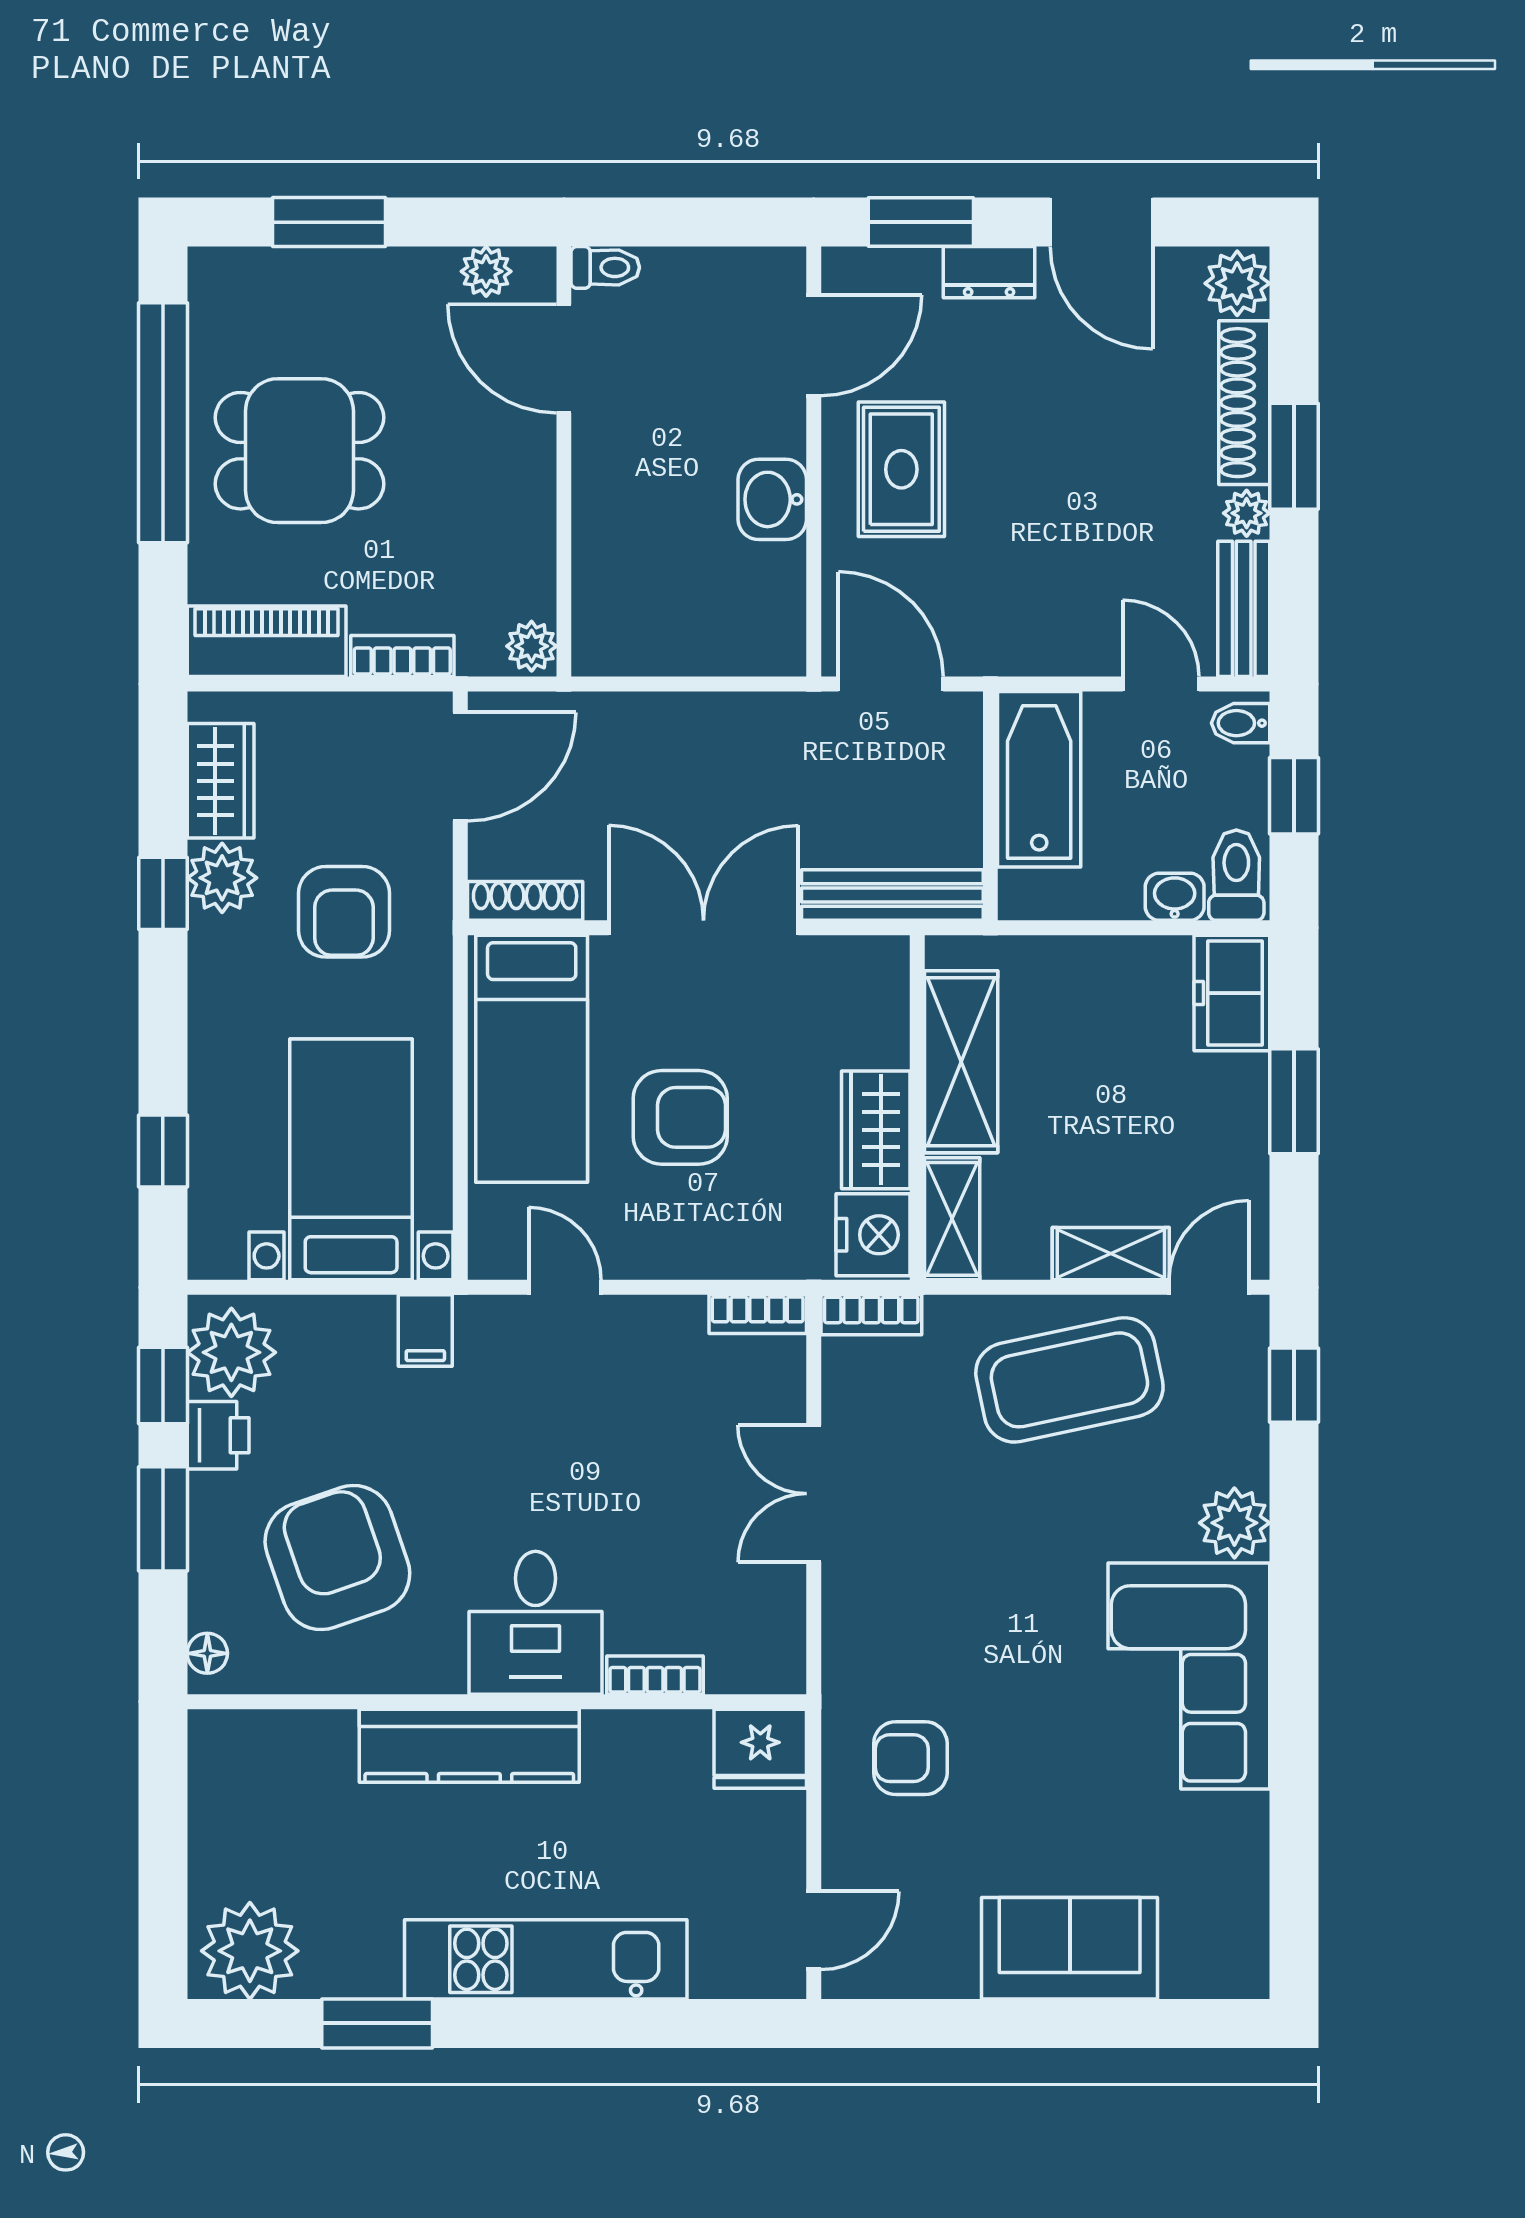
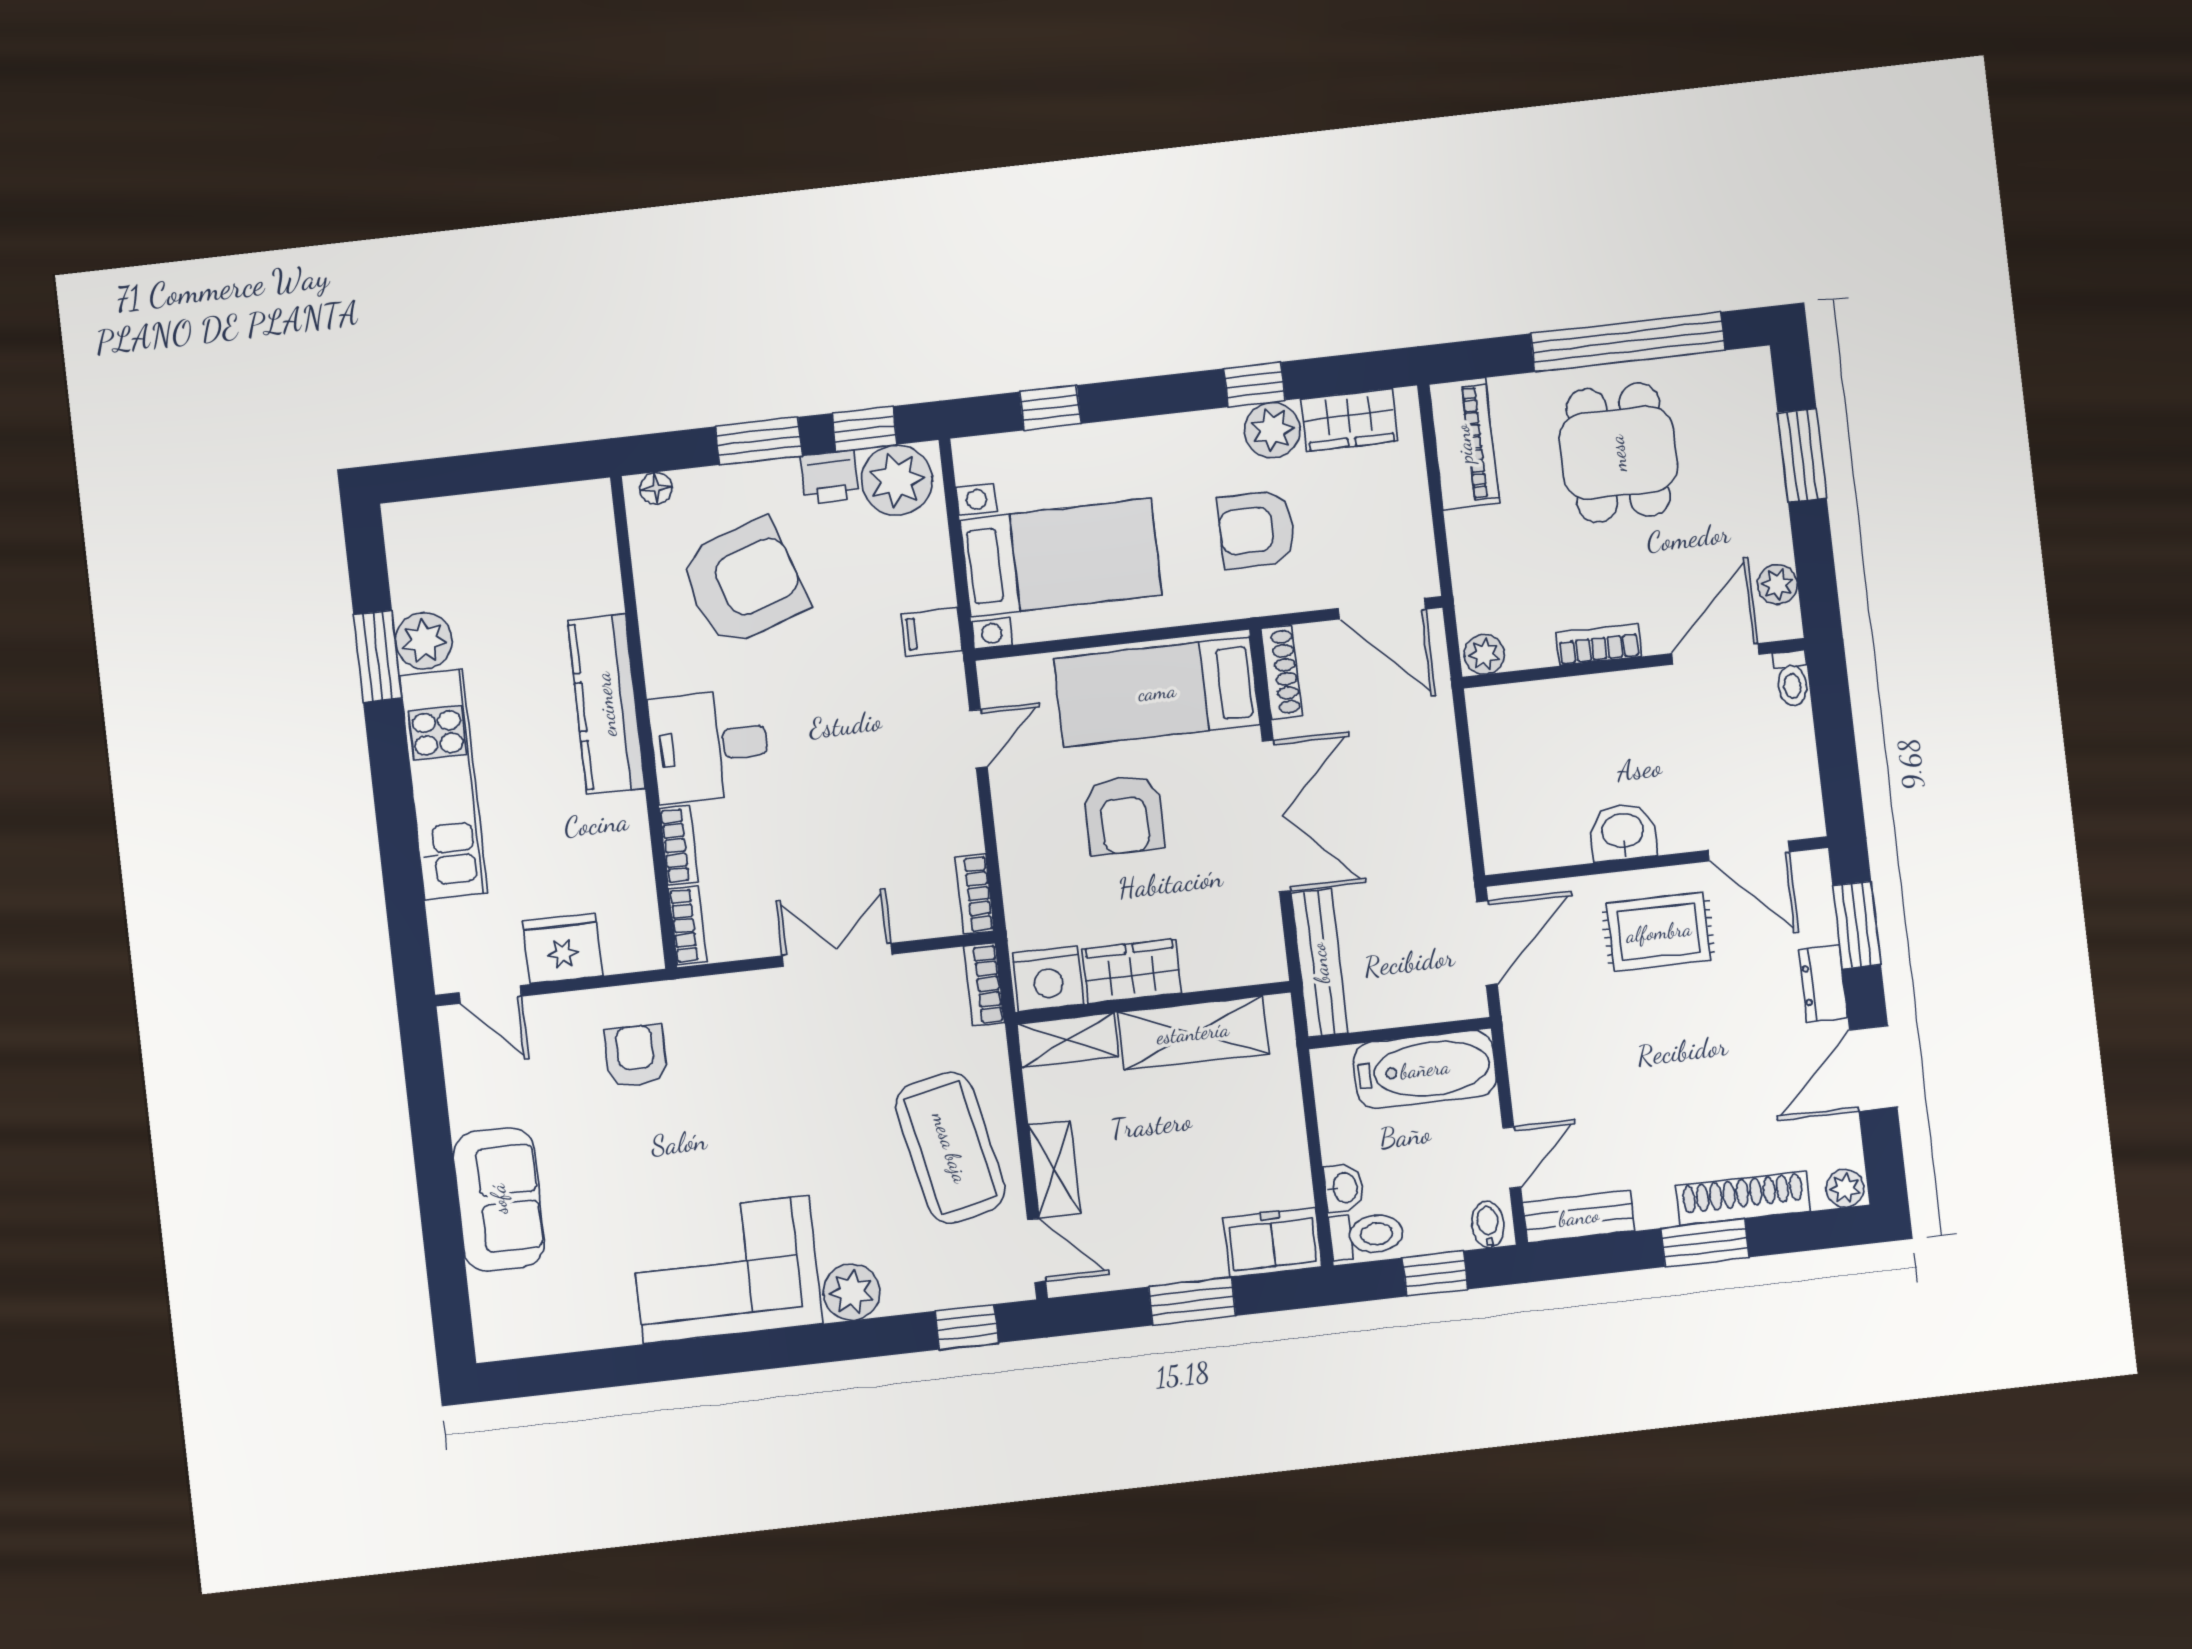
plant: (1237, 283) -> (1845, 1188), width x0.73, depth x0.73
plant: (1247, 513) -> (1655, 1210), removed
bookcase: (402, 656) -> (1599, 645), moved, turned -90
bookcase: (756, 1675) -> (688, 925), added
fridge: (760, 1749) -> (563, 948), moved, turned 90
plant: (250, 1951) -> (424, 641), moved, width x0.73, depth x0.73

